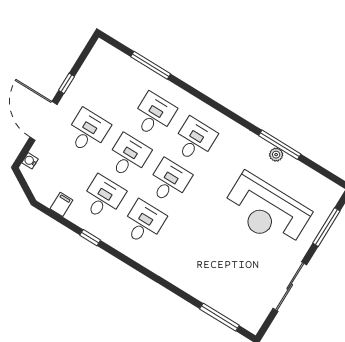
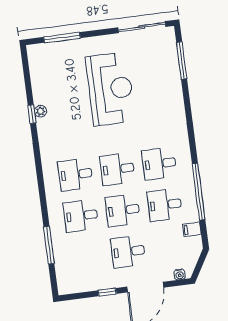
window: (280, 145) -> (32, 114), width x0.46
reception desk: (266, 211) -> (110, 89), moved
window: (90, 238) -> (199, 192), width x3.17
sliding door: (290, 287) -> (142, 27), moved

